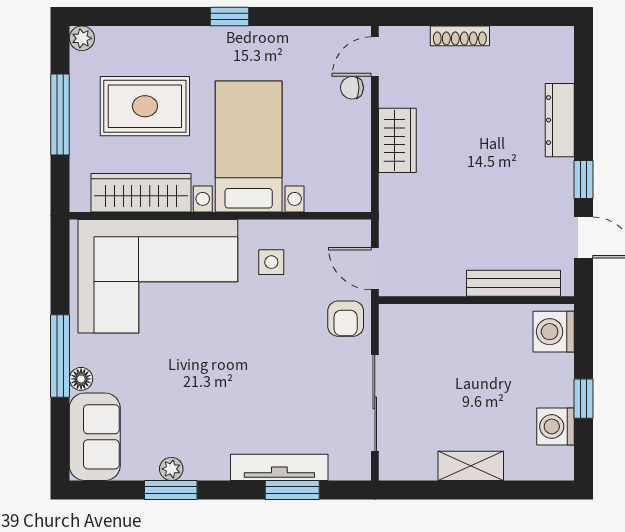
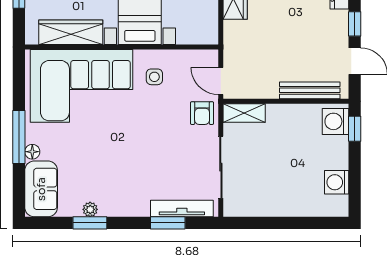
window: (583, 399) -> (355, 129), moved
shelving: (471, 466) -> (244, 113), moved
tv unit: (279, 467) -> (182, 209), moved

